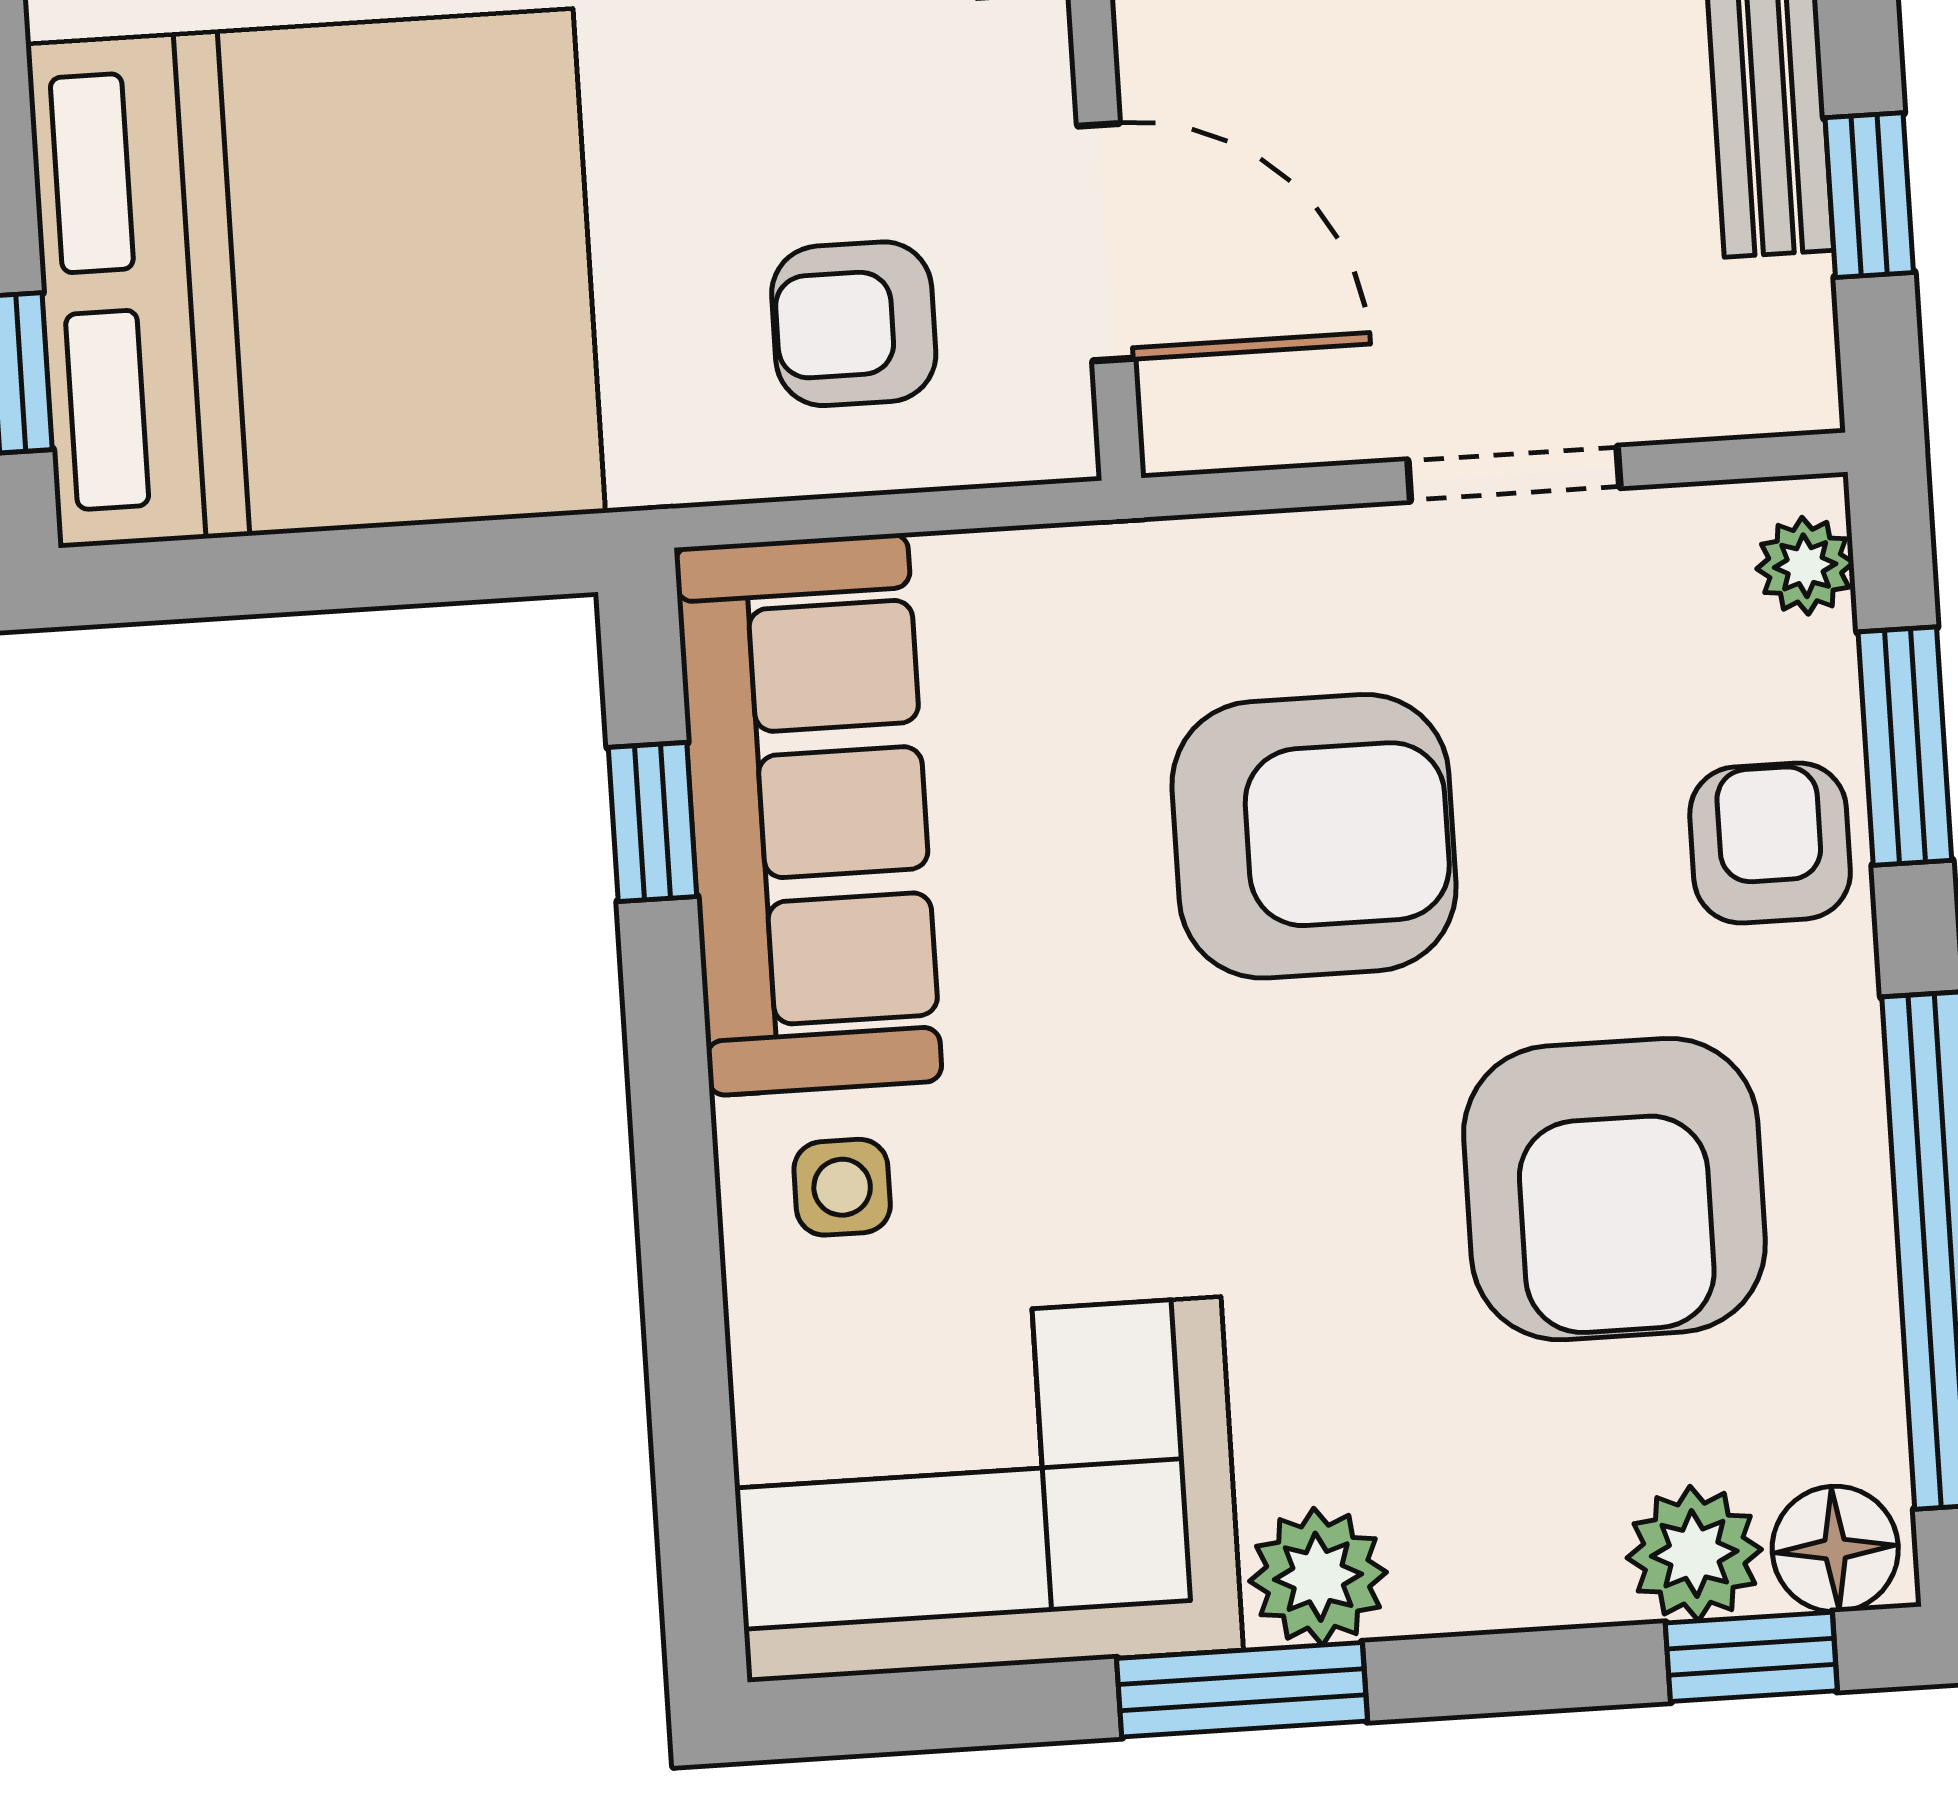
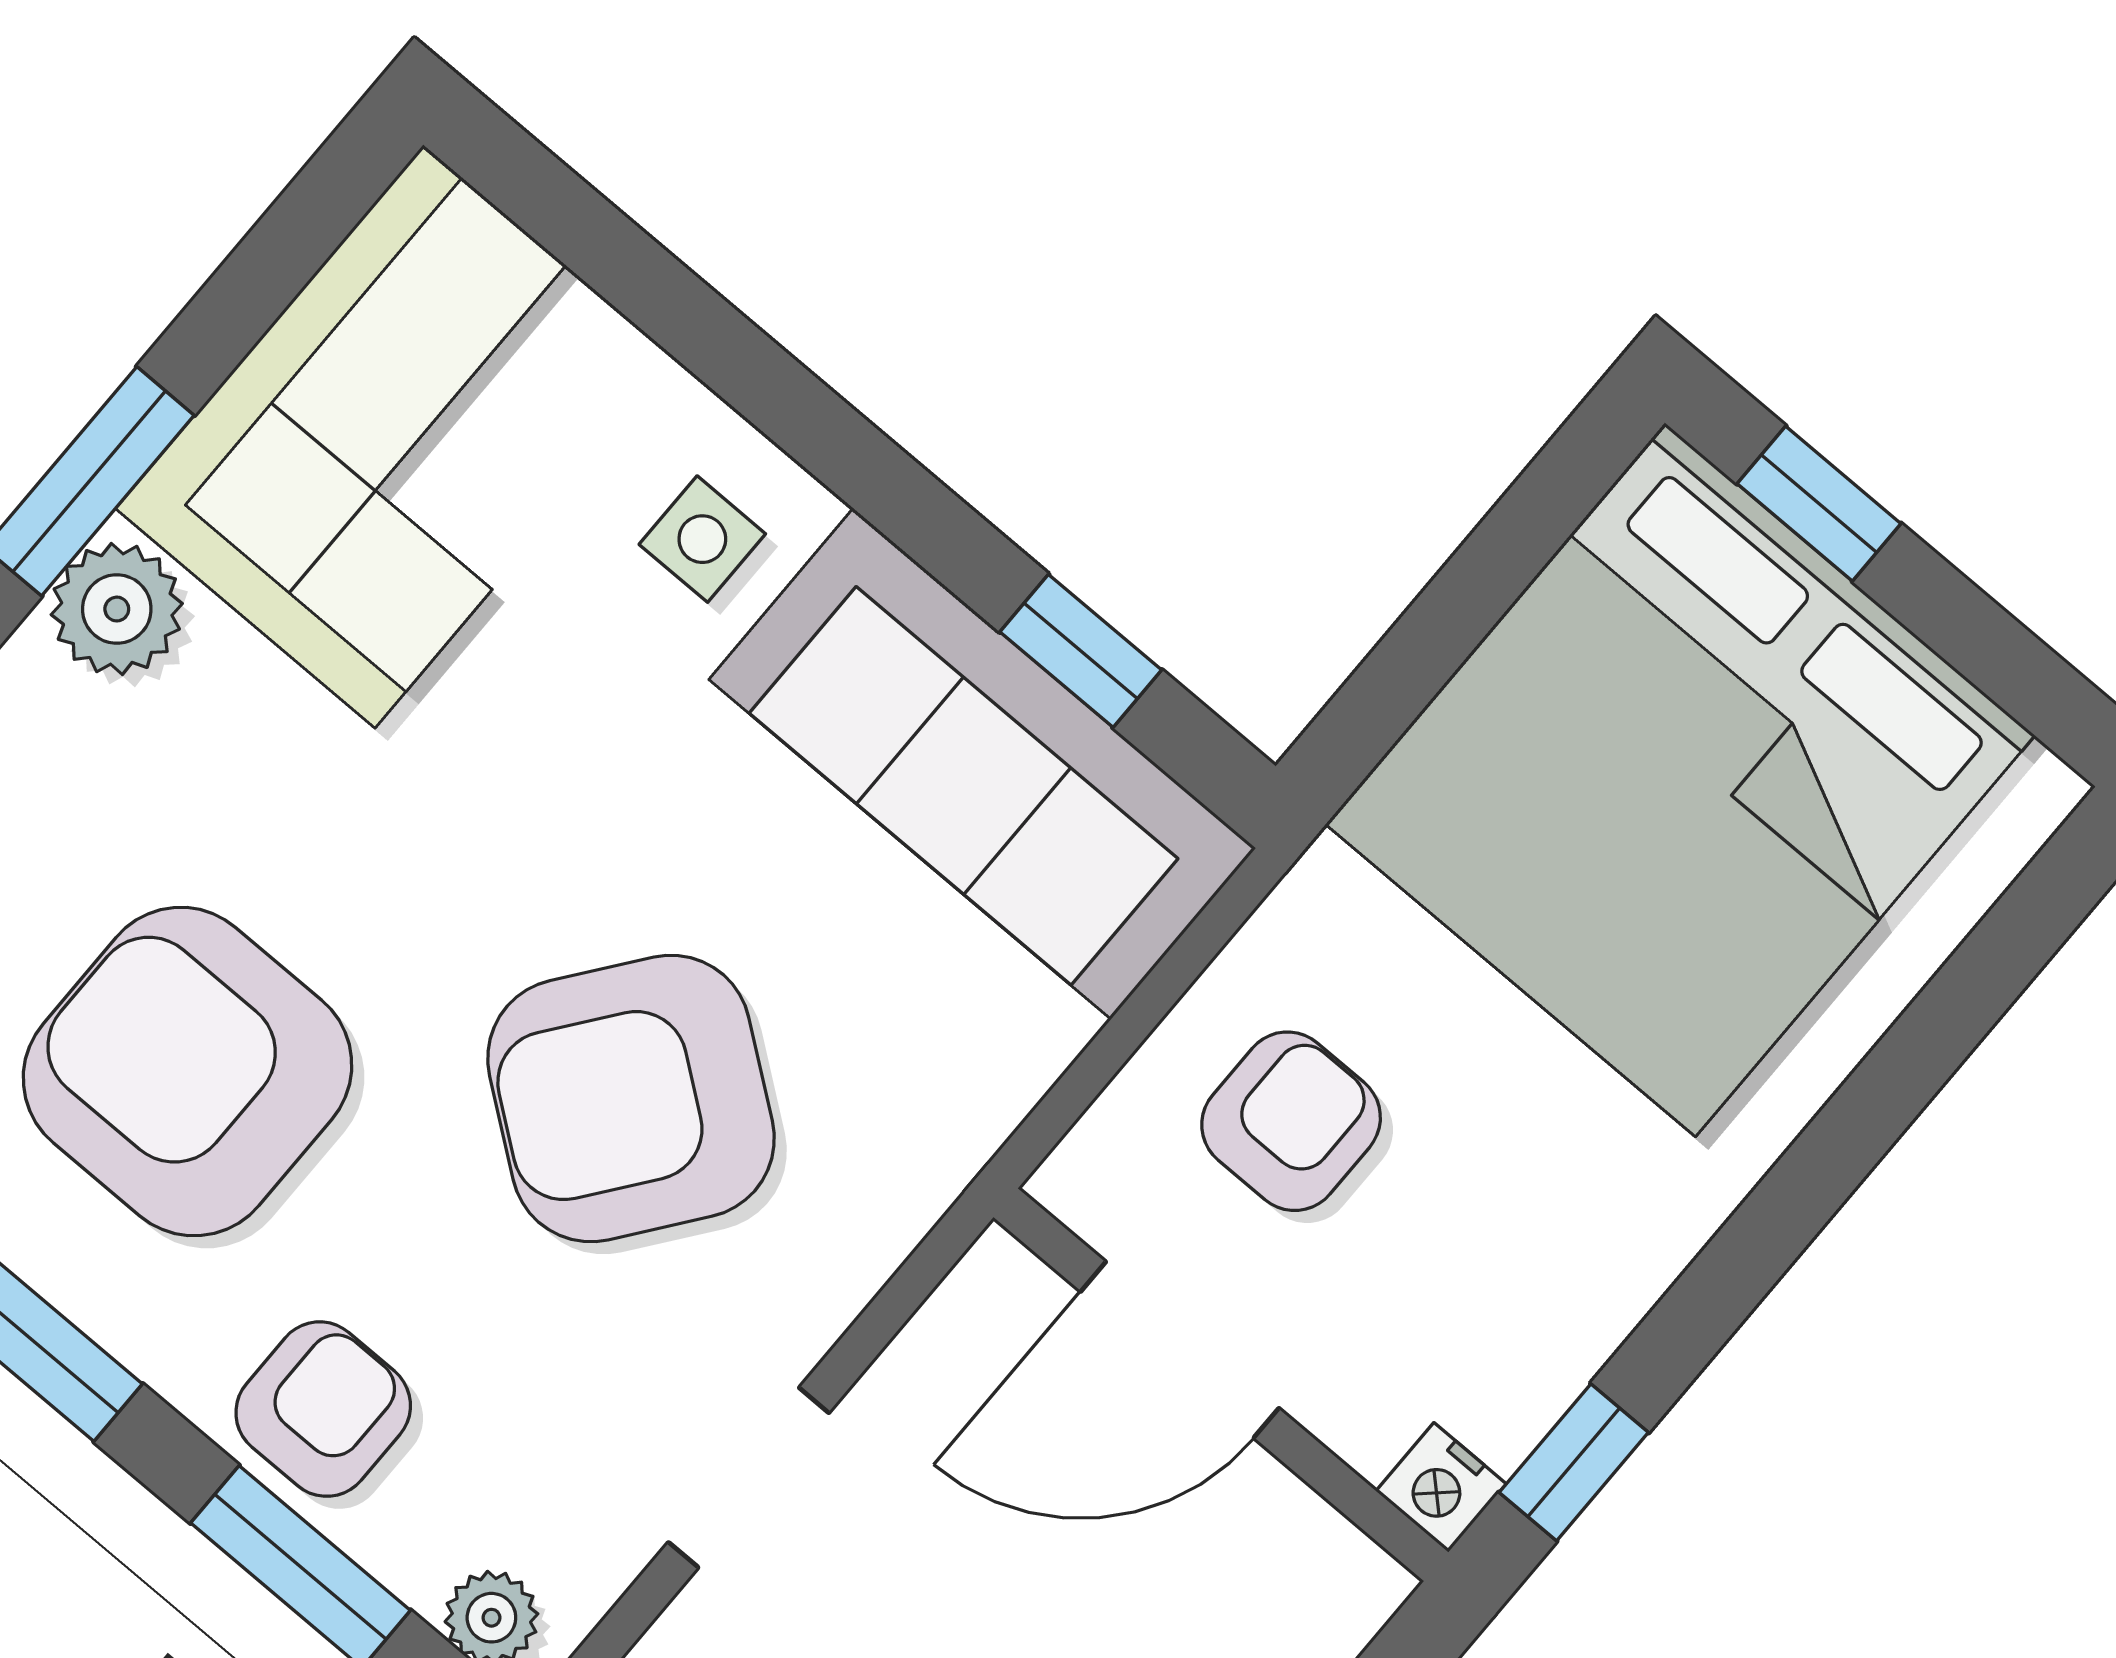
armchair: (1314, 836) -> (631, 1098), turned 37
armchair: (1770, 843) -> (323, 1409), turned -90

